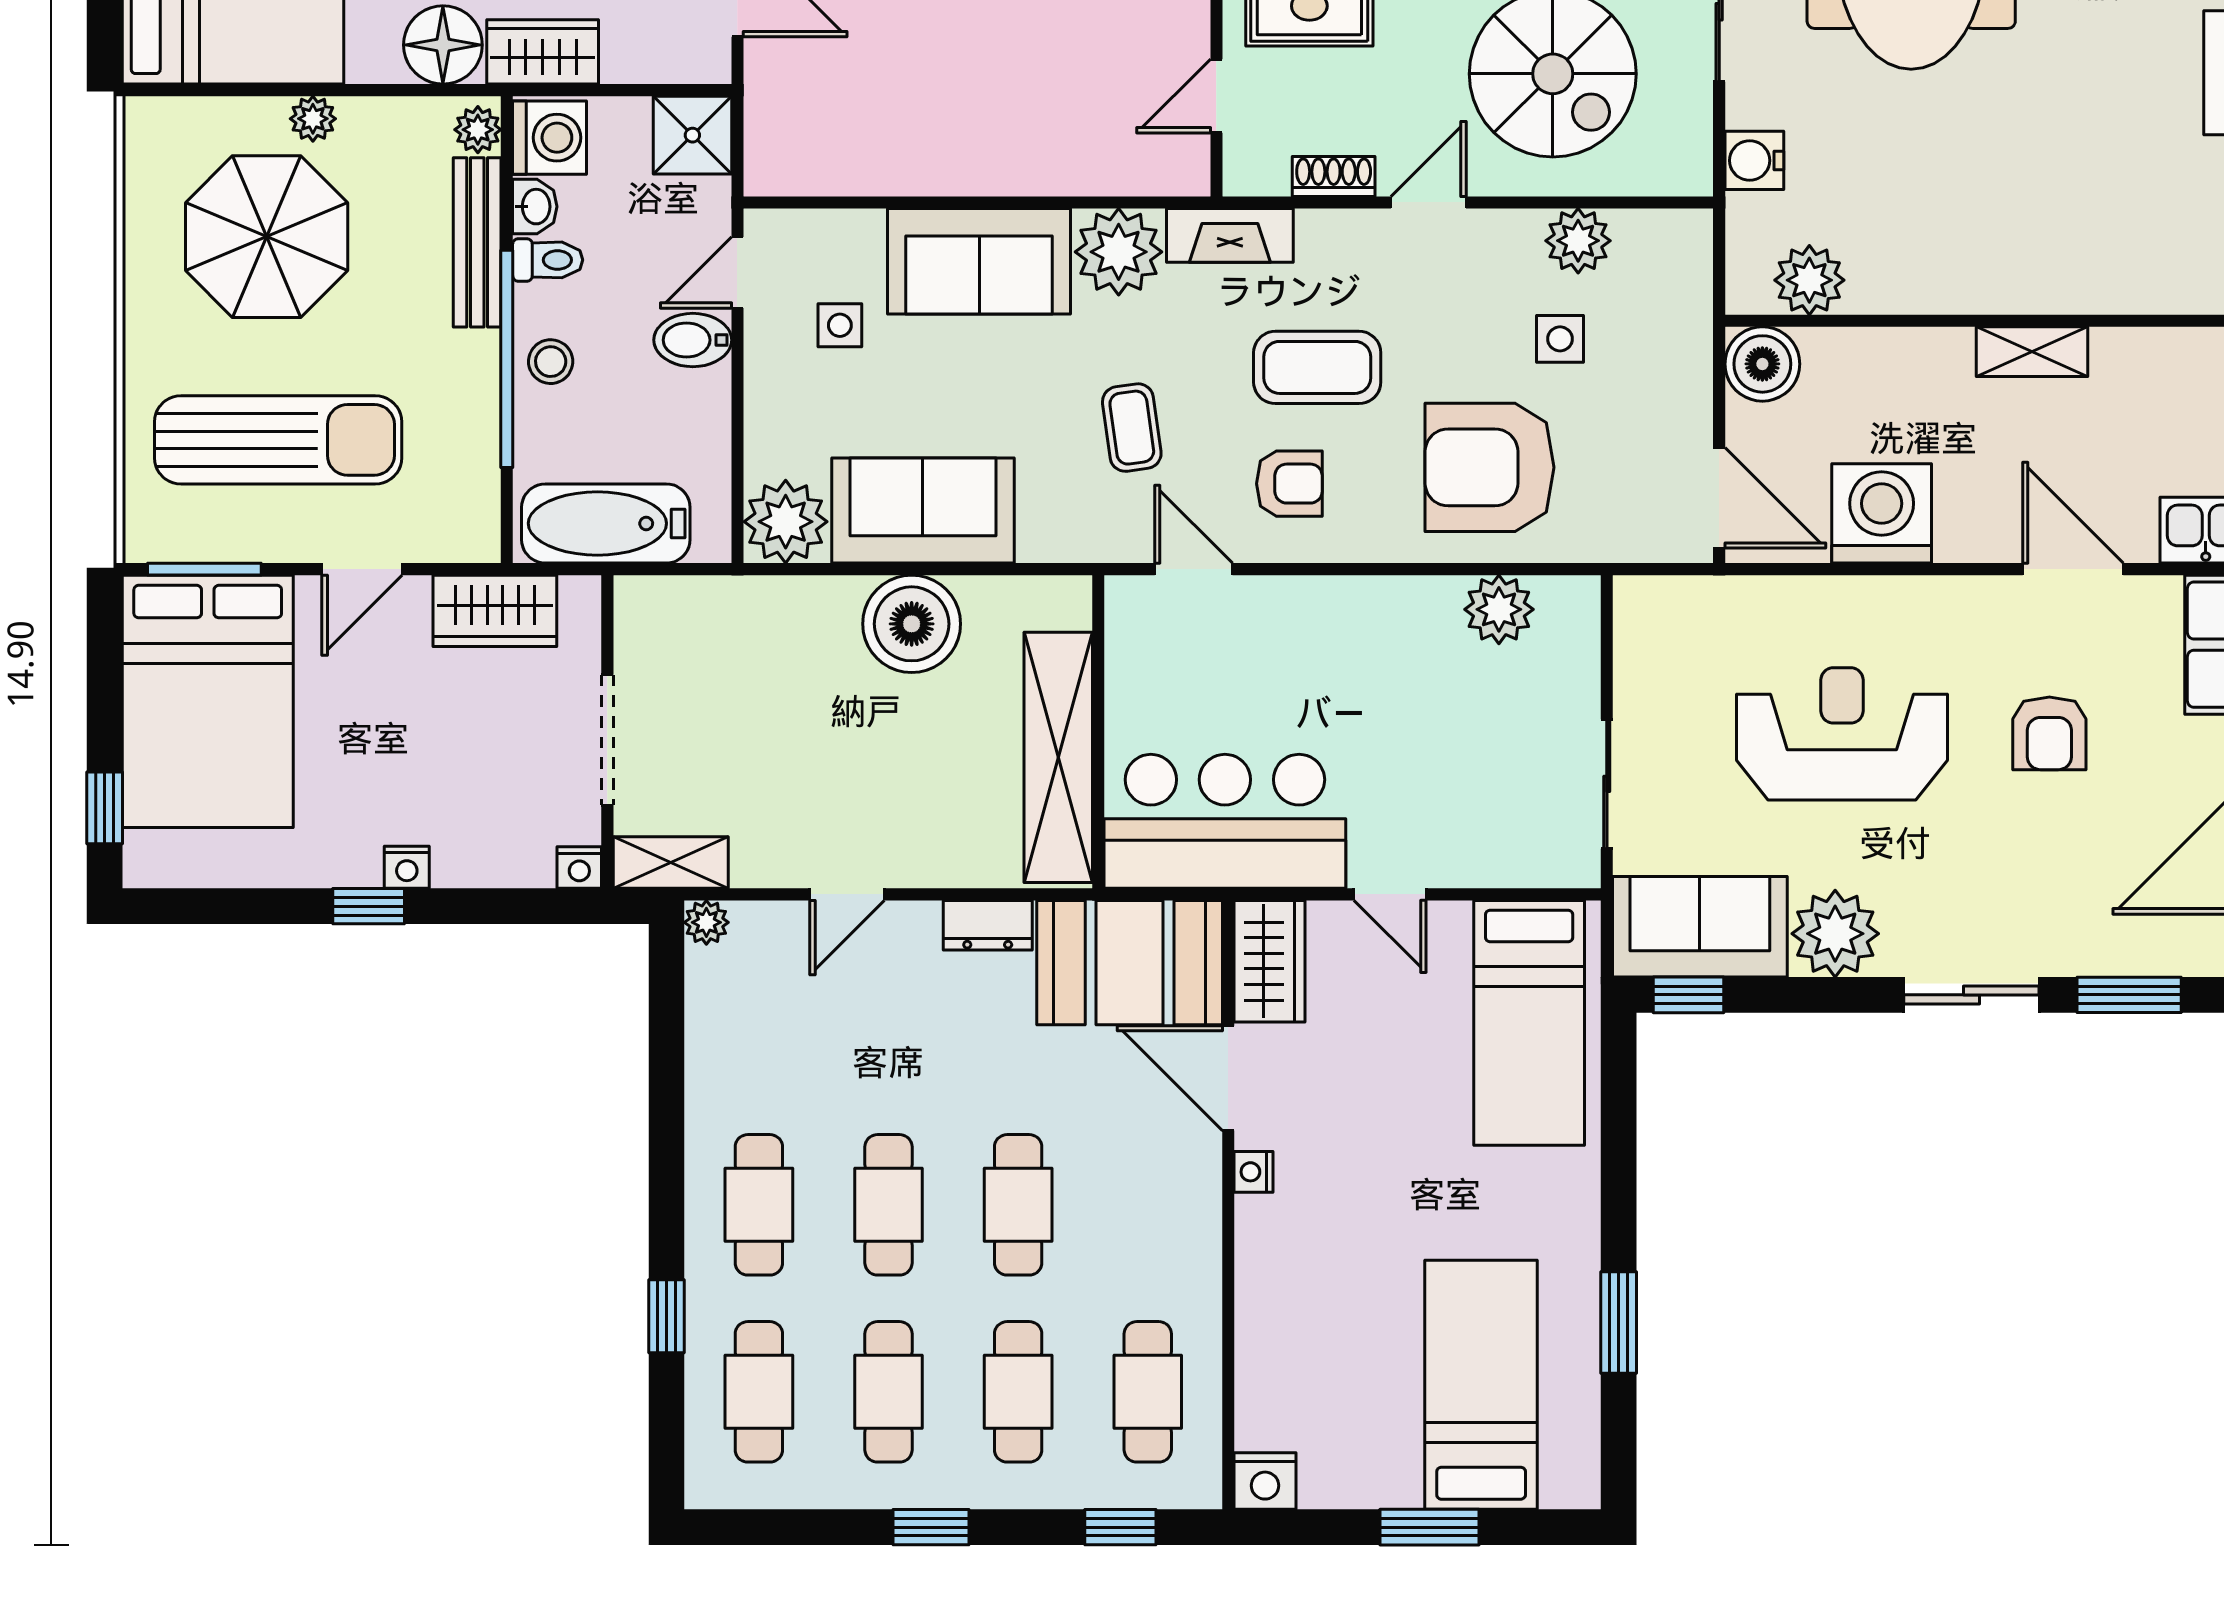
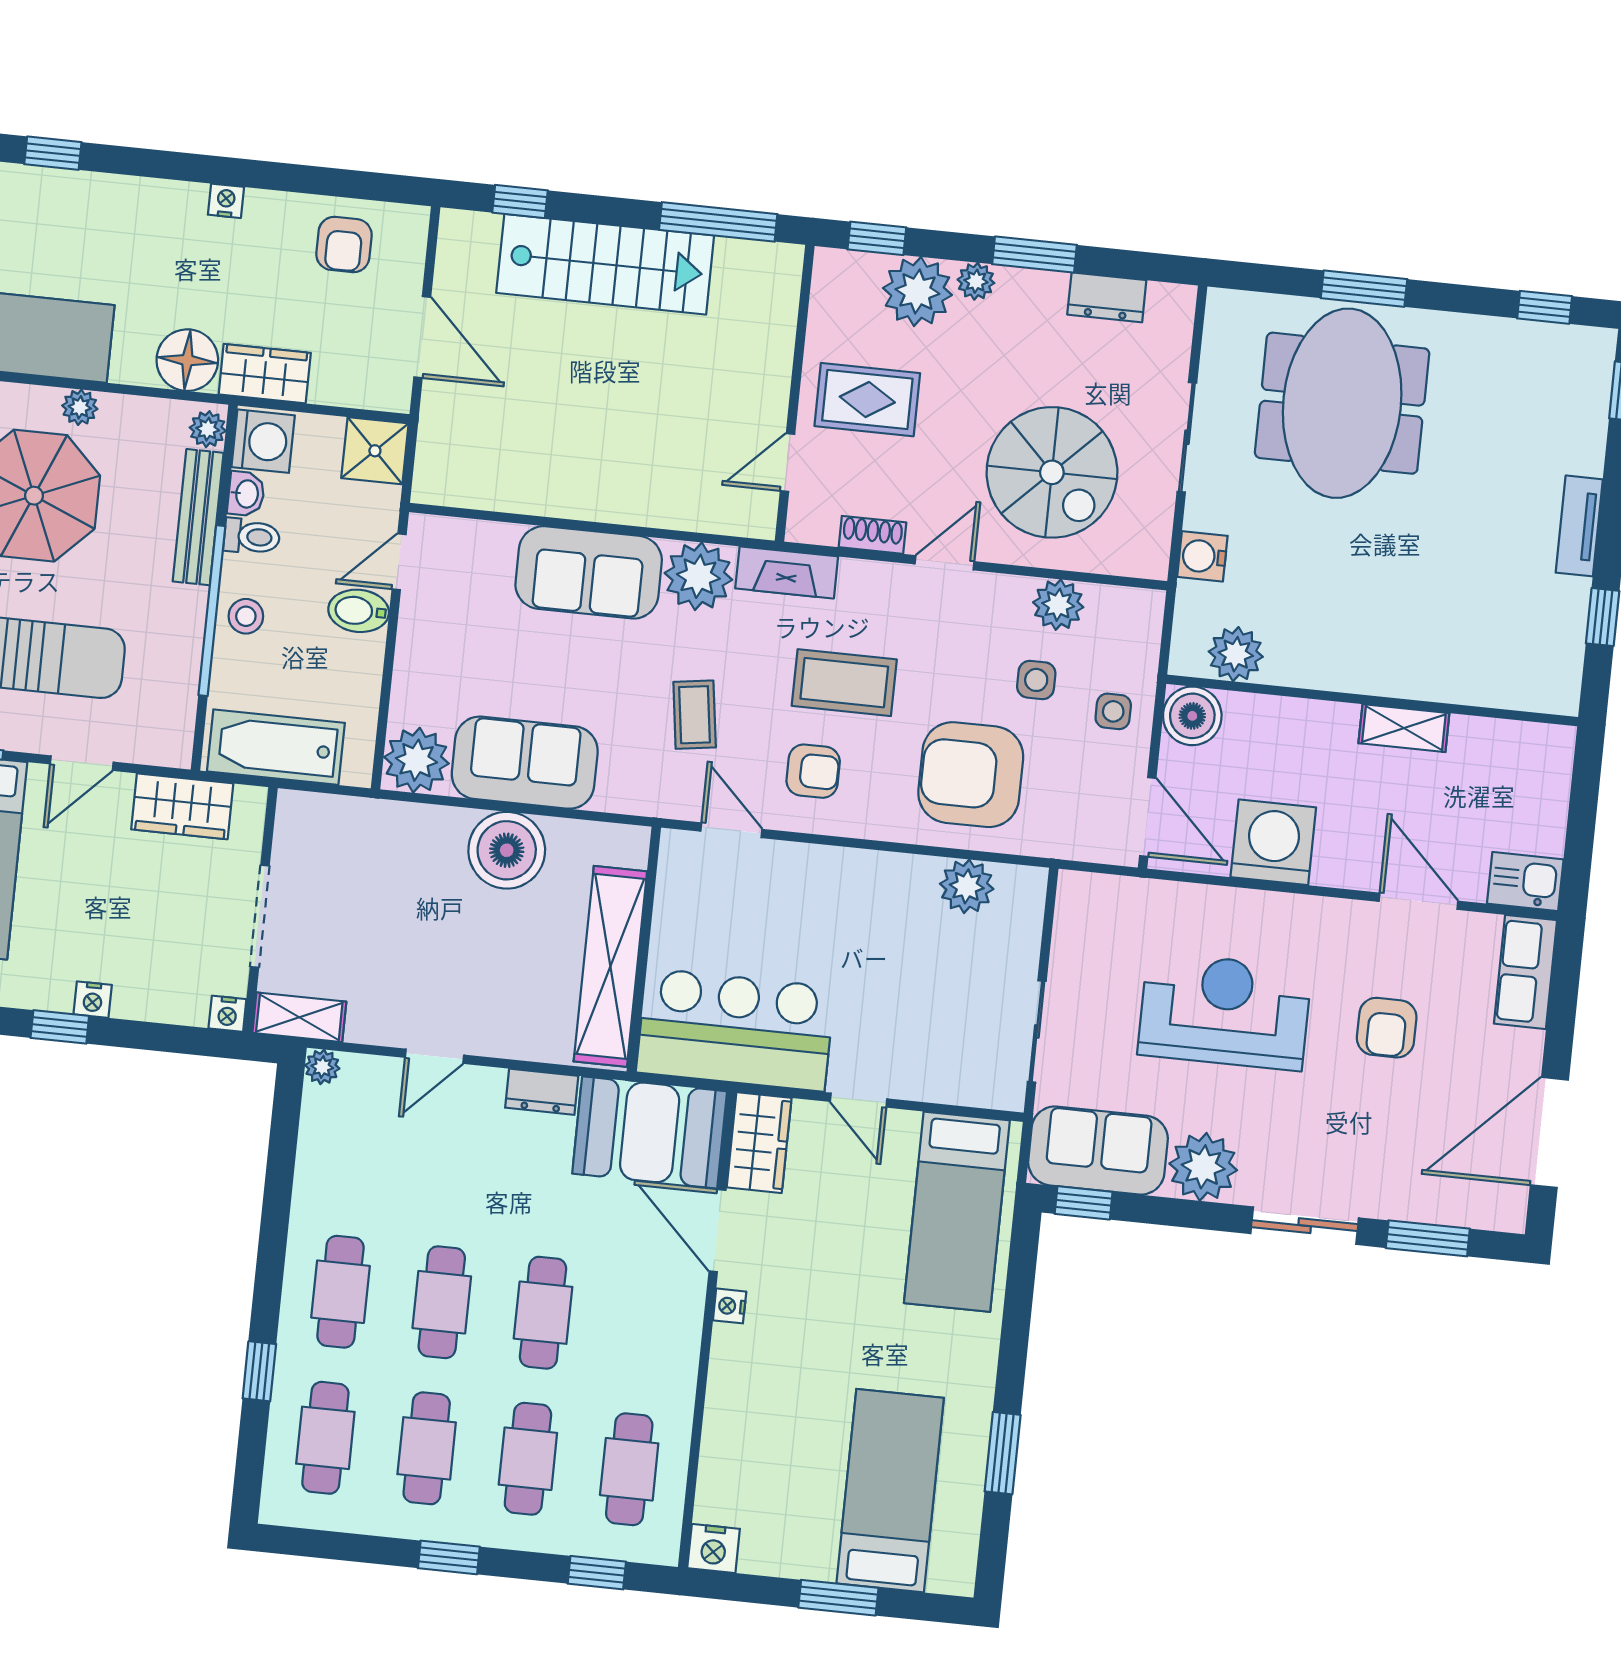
side table: (840, 325) -> (1113, 711), moved

